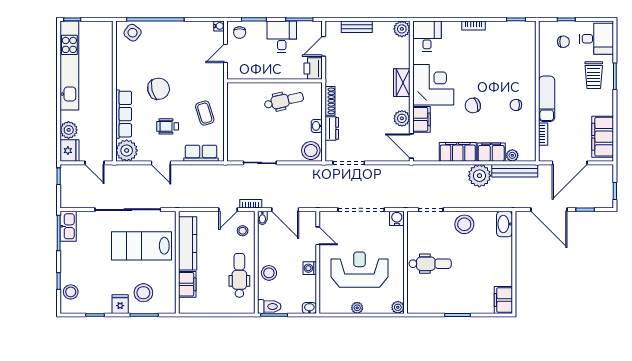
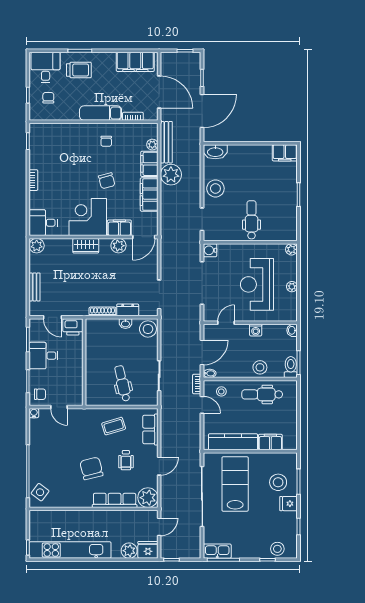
dental chair: (284, 101) -> (123, 383), moved
lab bench: (142, 246) -> (235, 484), turned 180

